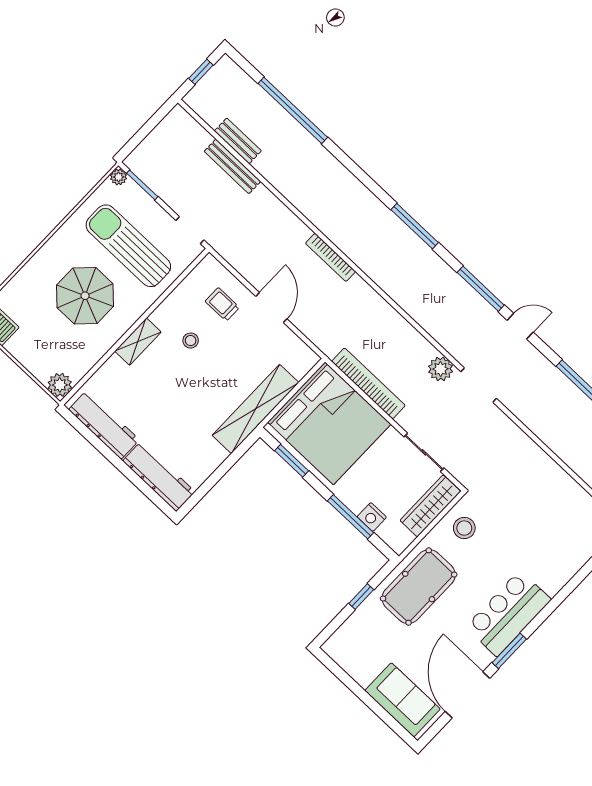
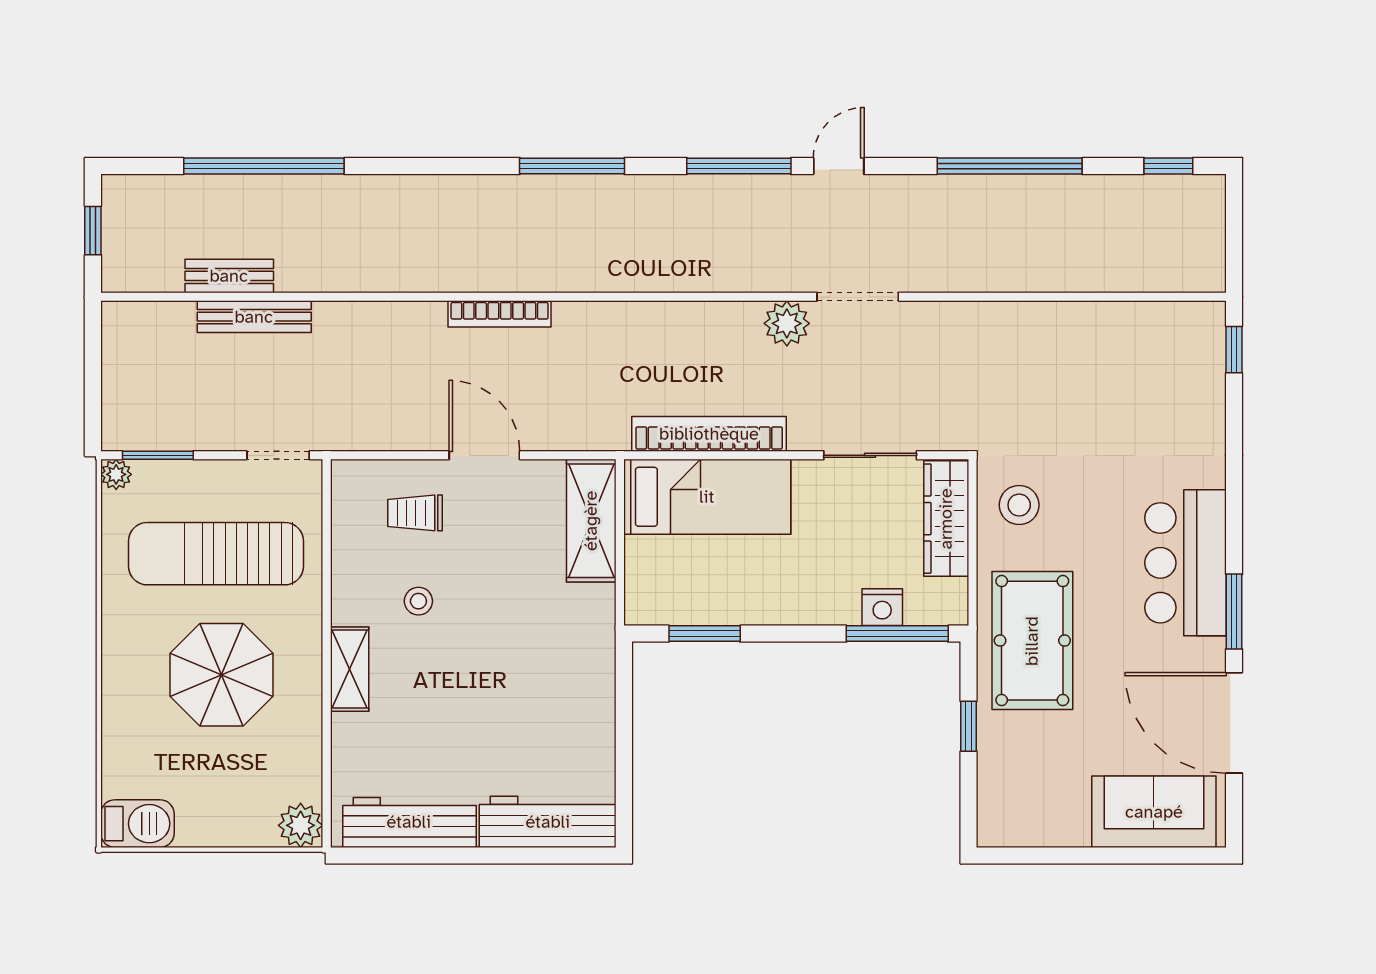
shelving: (256, 409) -> (591, 521), moved, width x0.68
bed: (329, 423) -> (707, 497), width x0.49
window: (351, 517) -> (897, 634), moved

